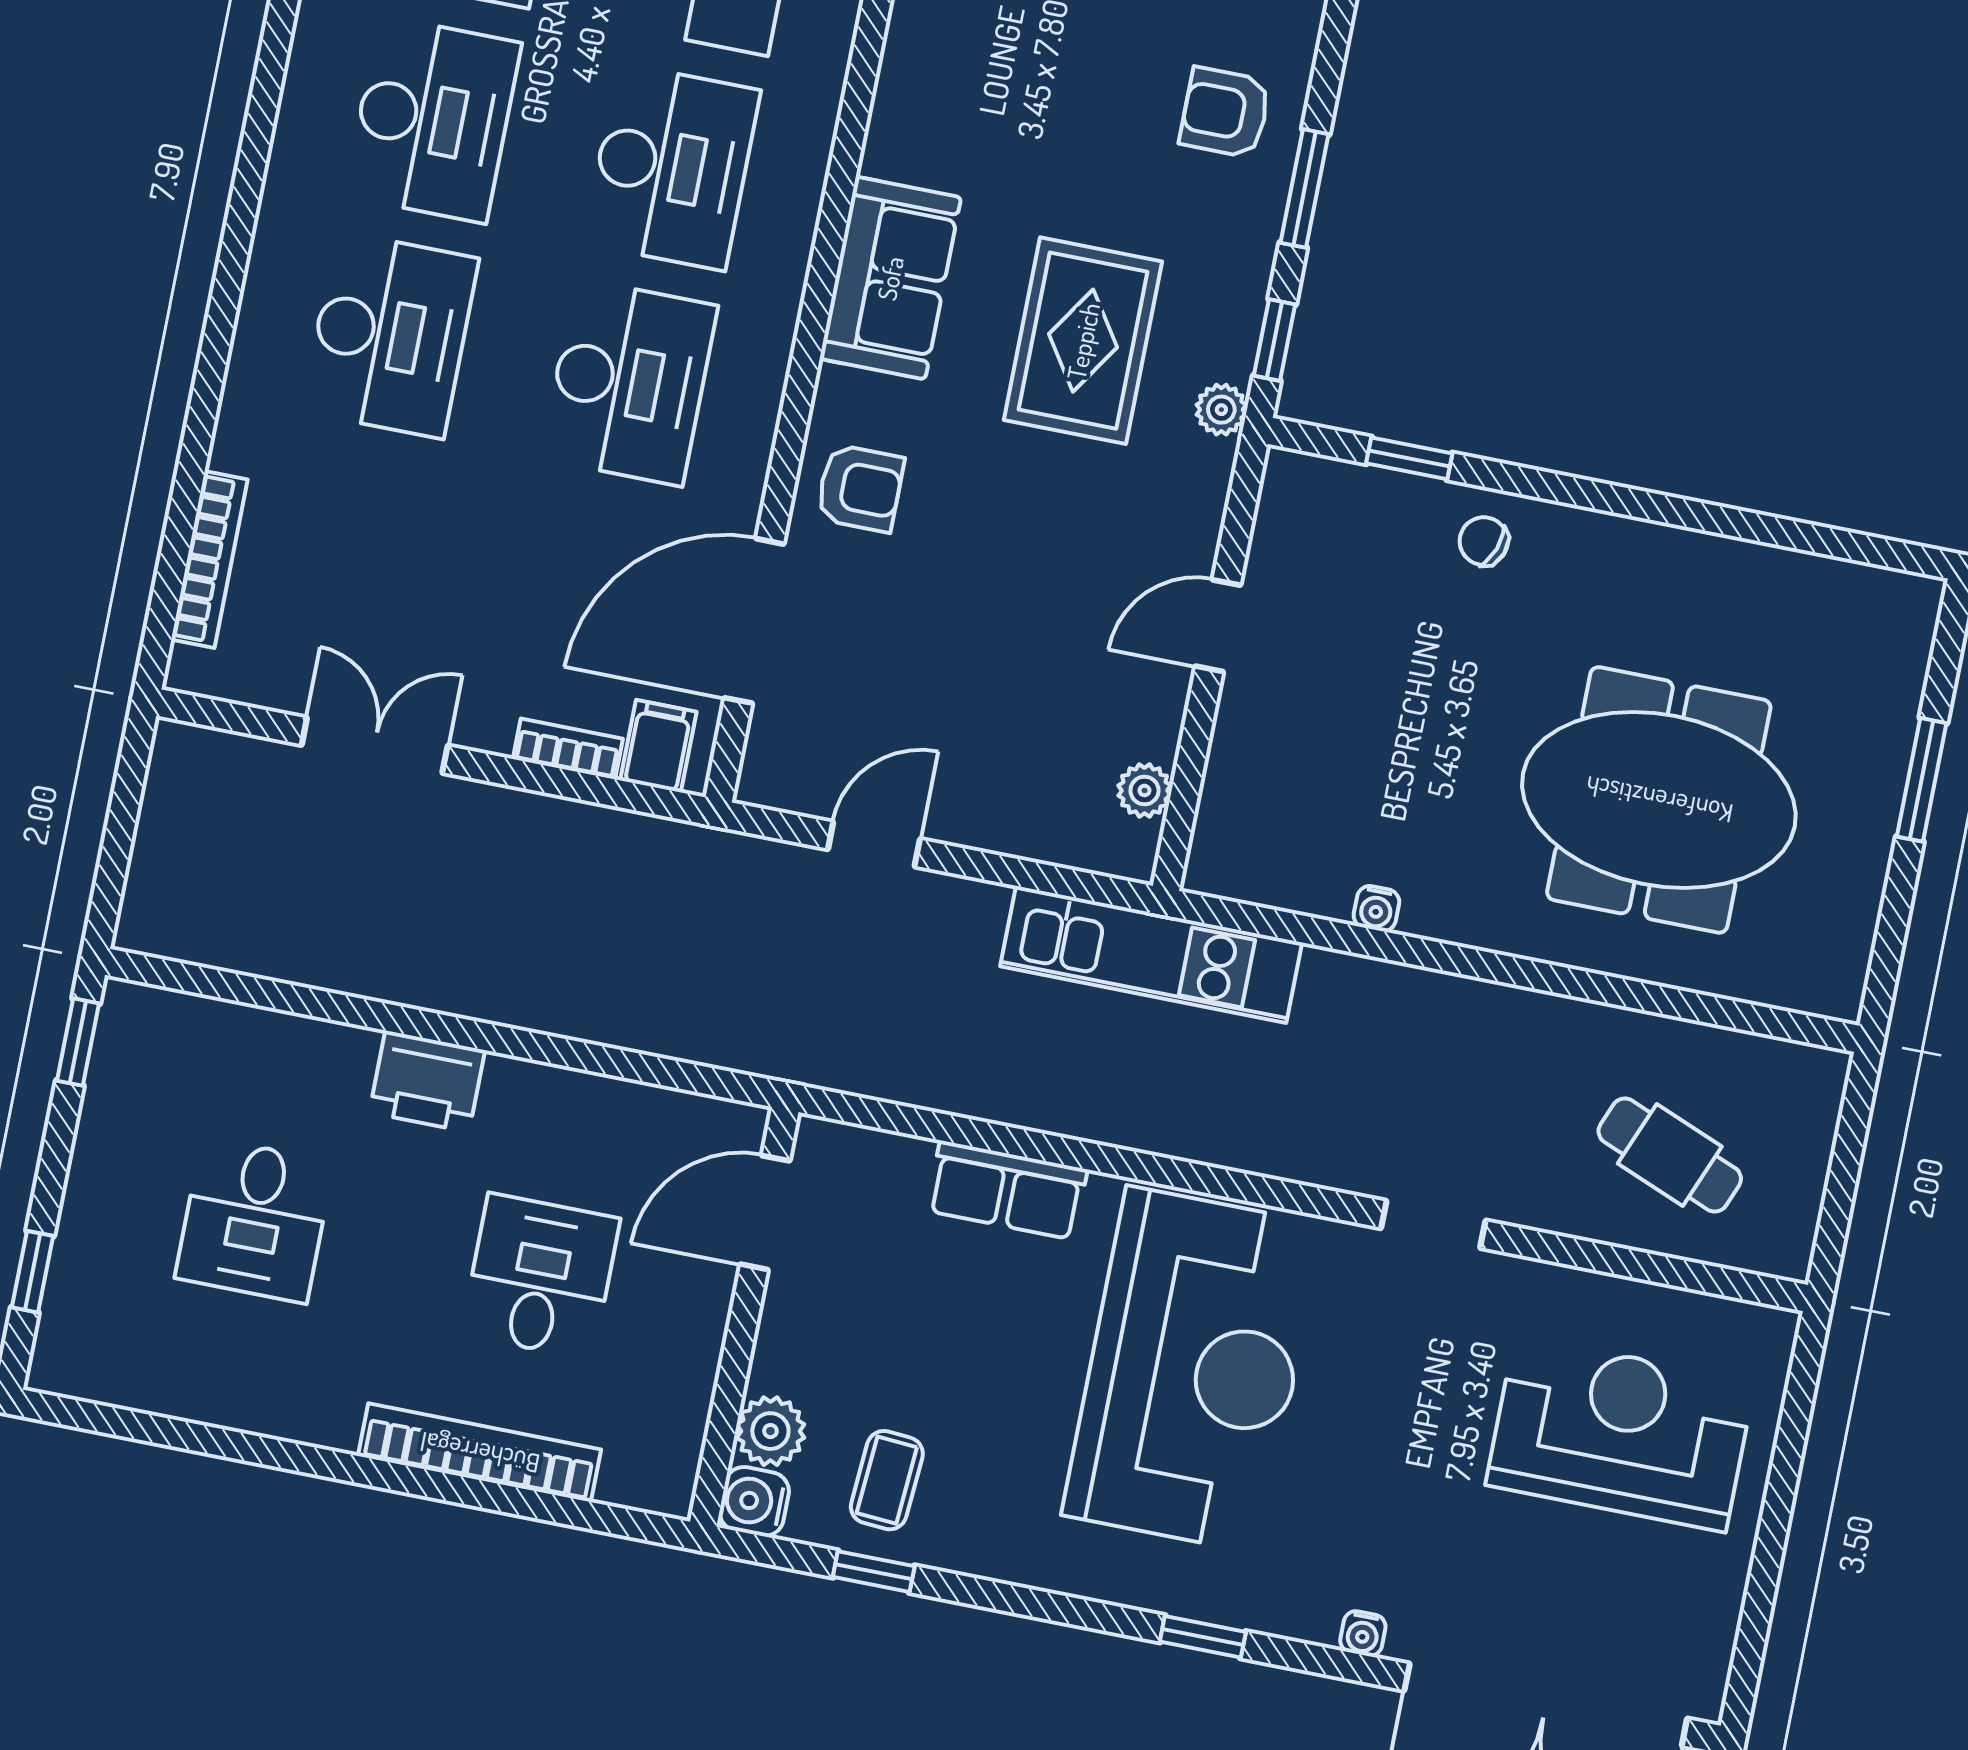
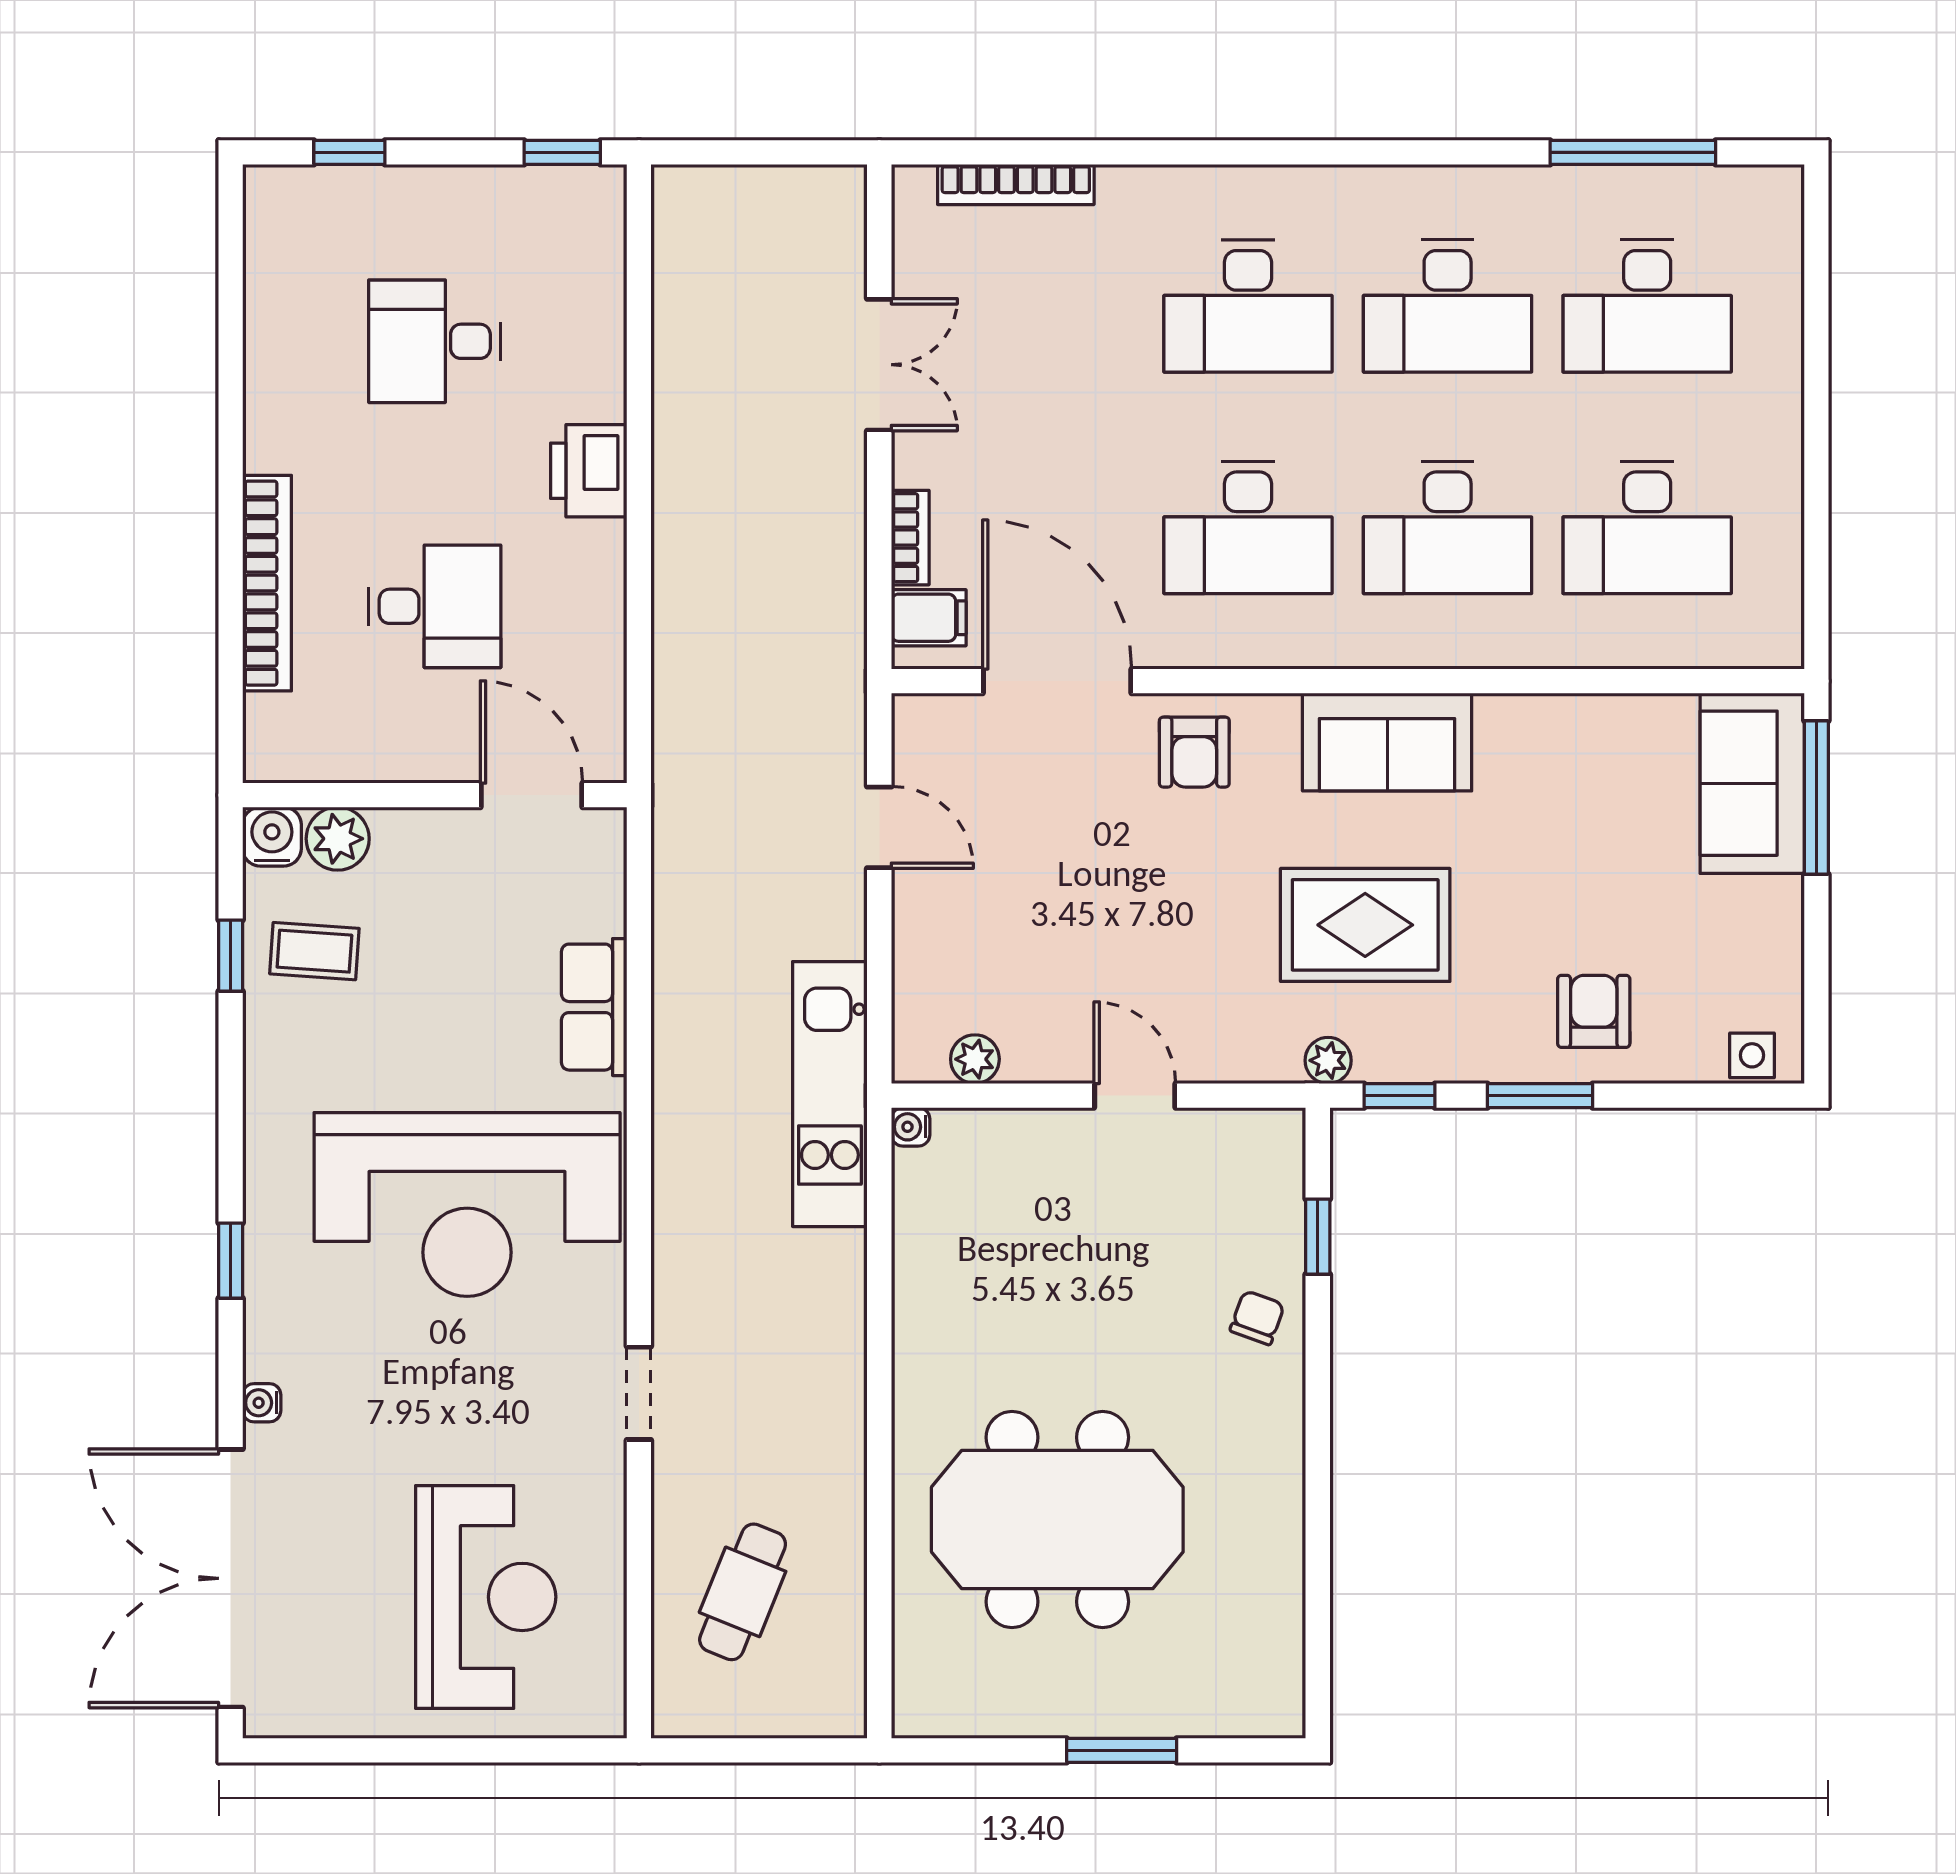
meeting table: (1659, 800) -> (1057, 1519), turned 90
water cooler: (1376, 909) -> (911, 1127), moved

